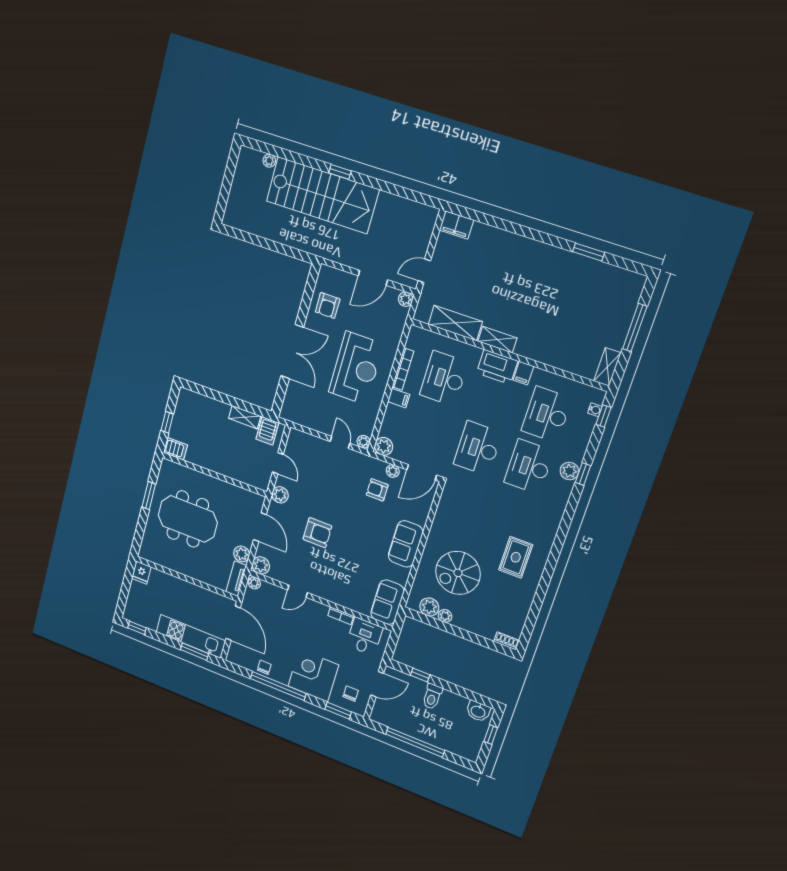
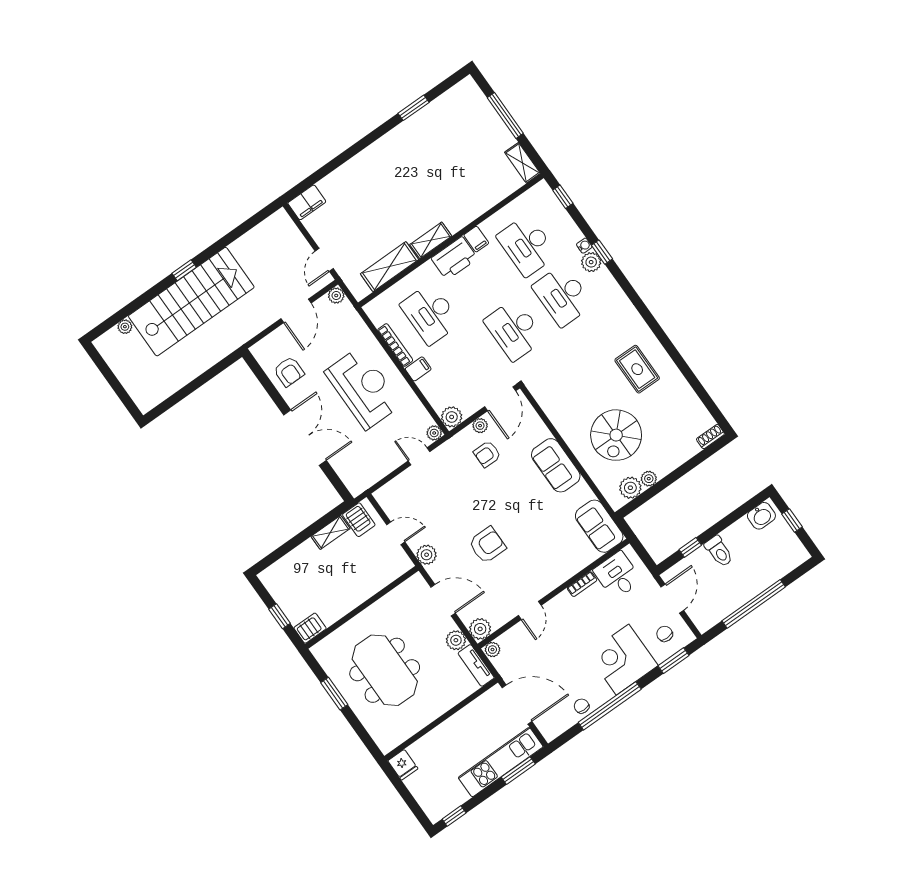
water cooler: (595, 410) -> (584, 246), moved
meeting table: (188, 519) -> (385, 670), turned 90

